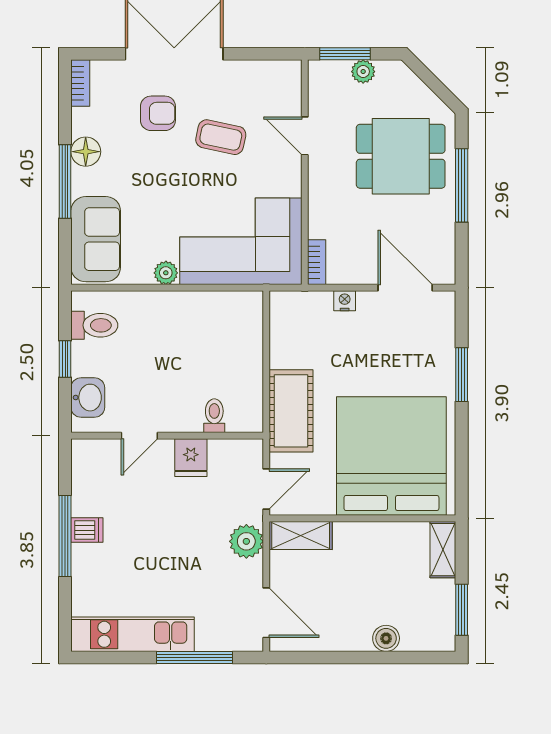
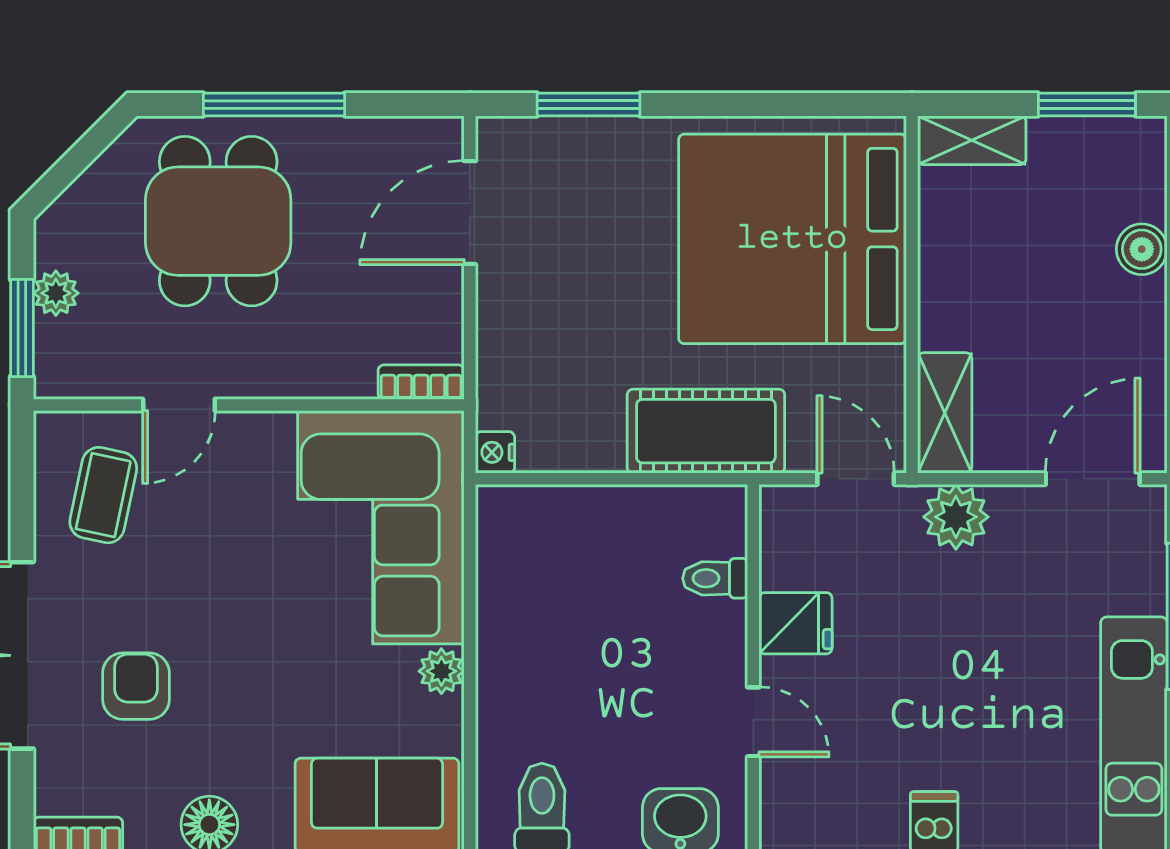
coffee table: (221, 137) -> (103, 495), moved
nightstand: (345, 301) -> (495, 452), moved
window: (462, 375) -> (588, 105), moved

